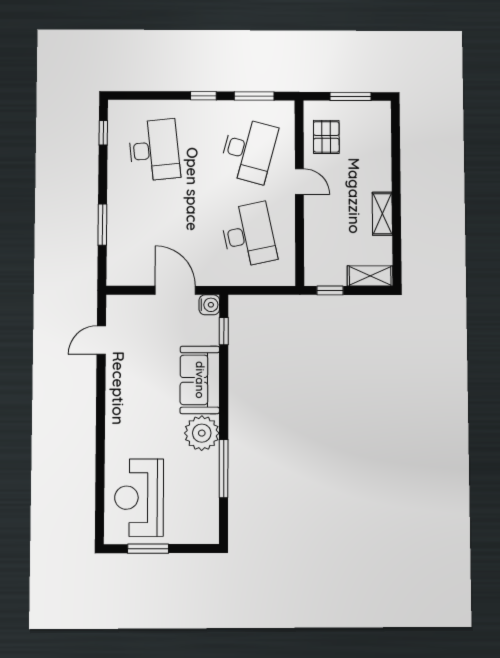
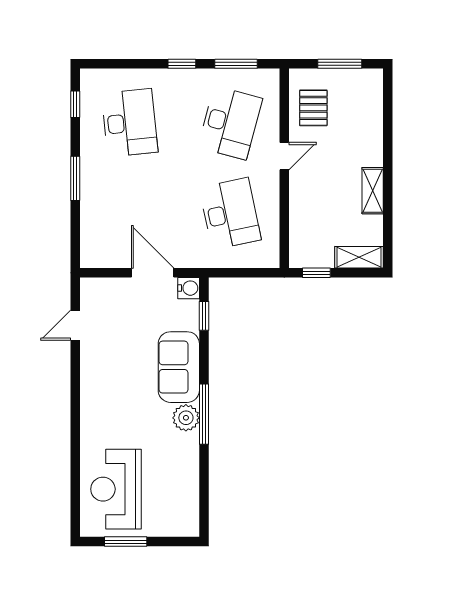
door: (299, 181) -> (284, 156), hinge flipped
window: (102, 225) -> (75, 178), moved
plant: (202, 433) -> (186, 418), width x0.73, depth x0.73
window: (224, 469) -> (204, 414), moved

